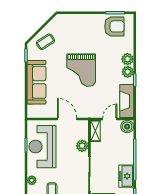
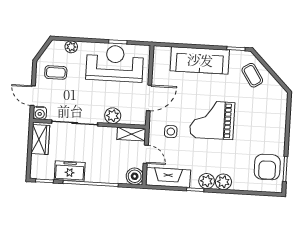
side table: (92, 101) -> (171, 132), added

